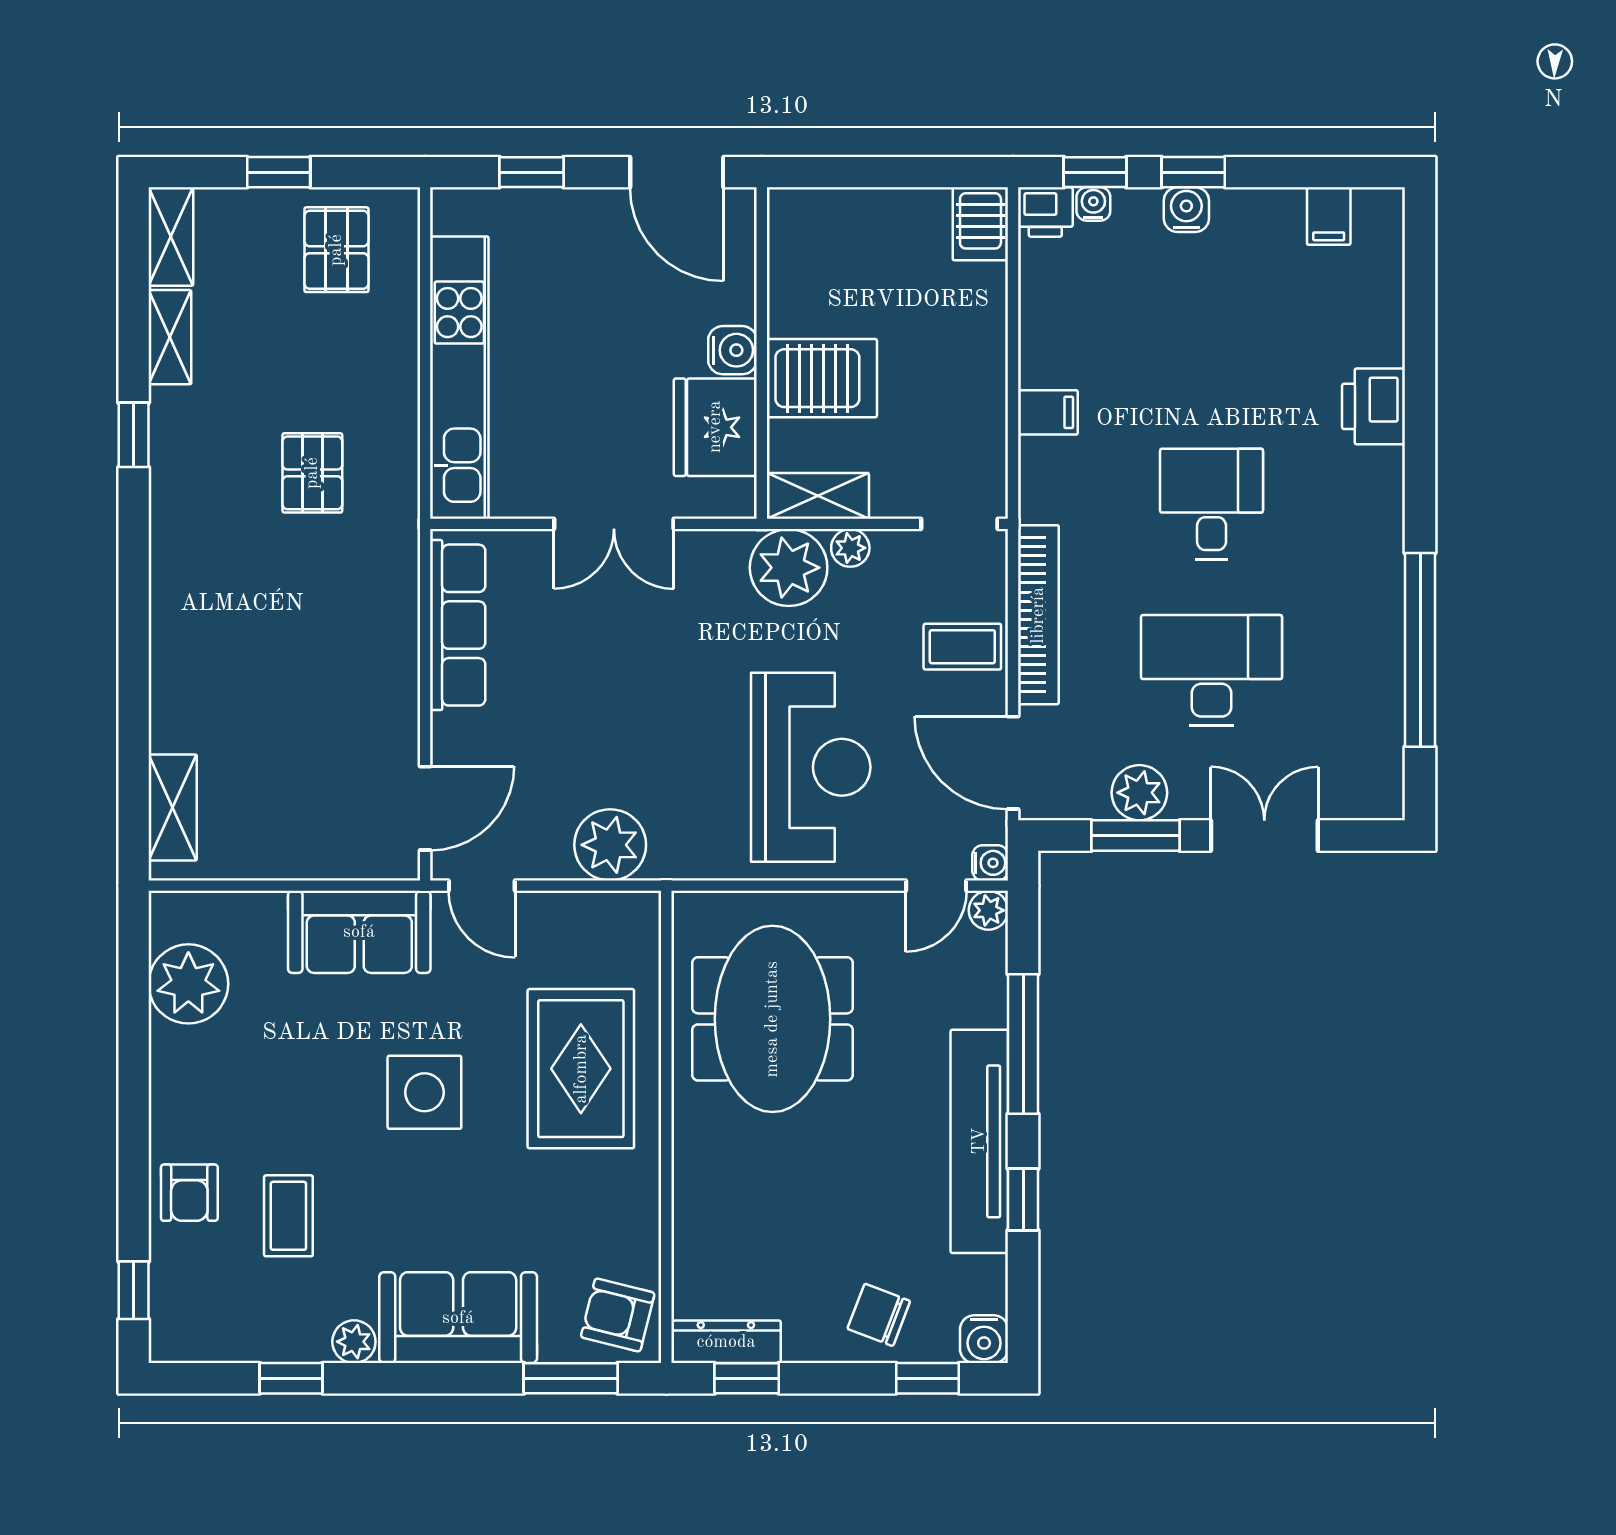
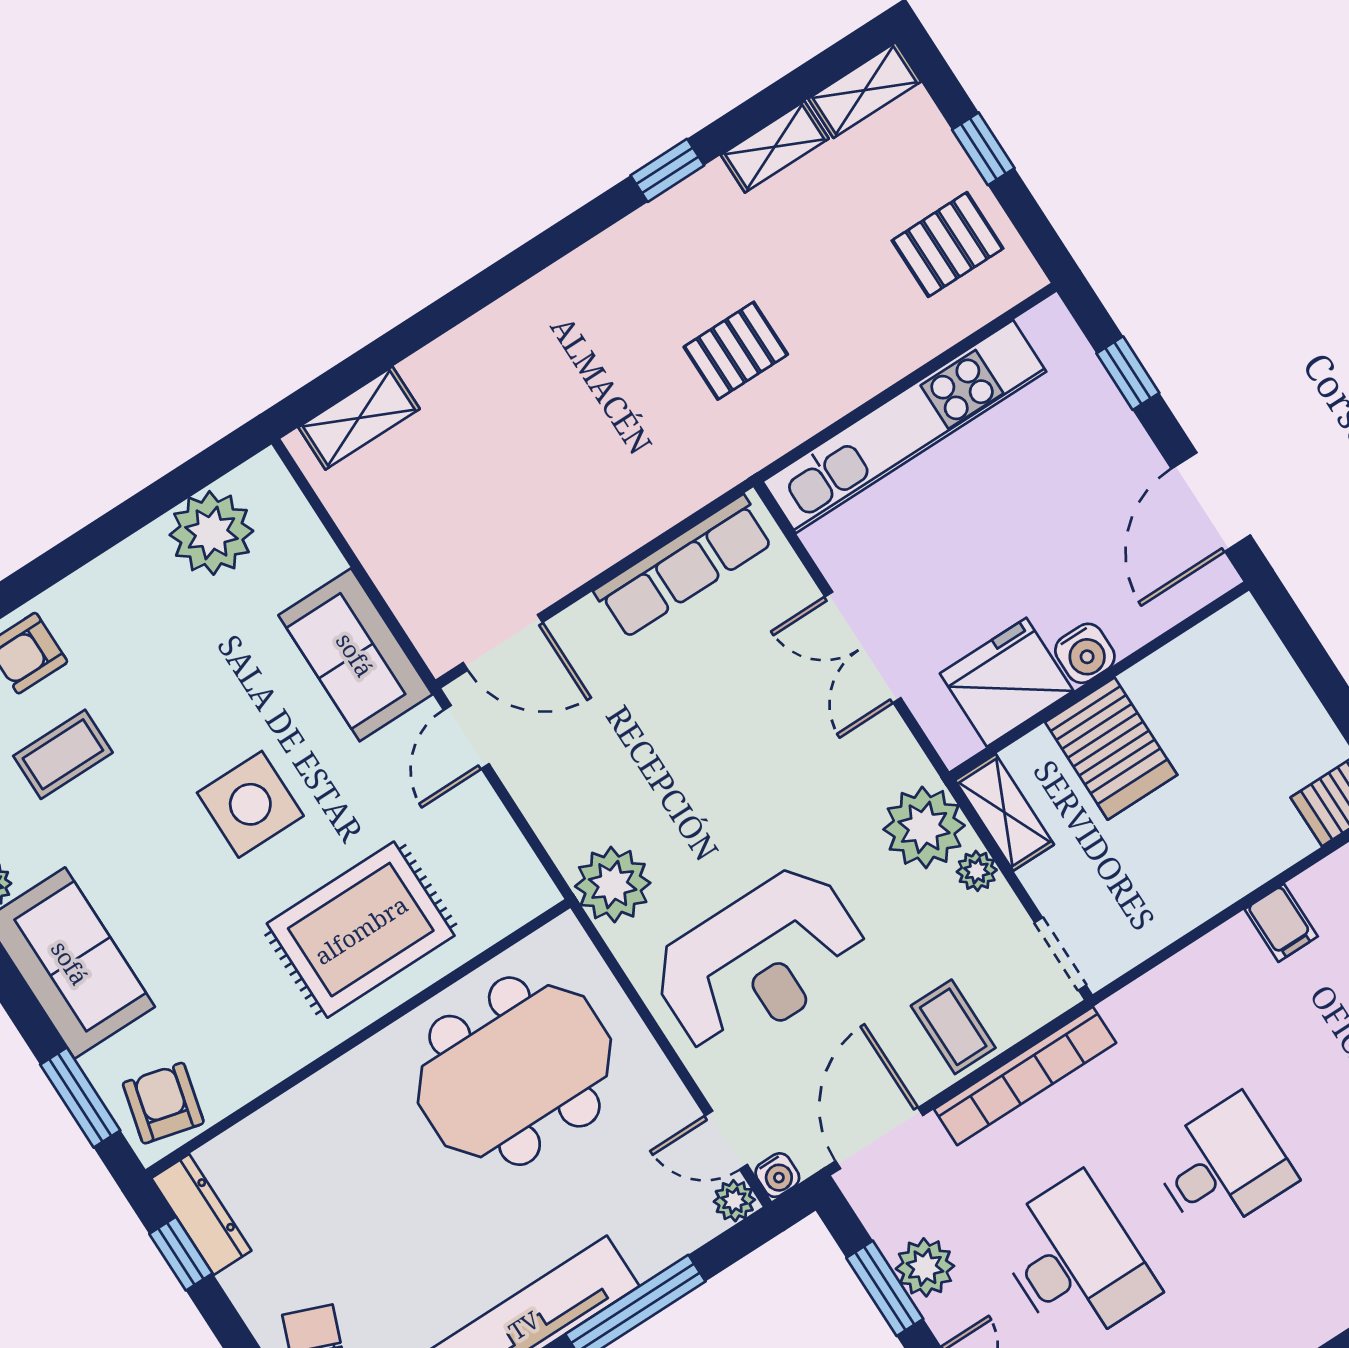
filing cabinet: (1048, 412) -> (1281, 923), moved
plant: (610, 845) -> (613, 885), moved

